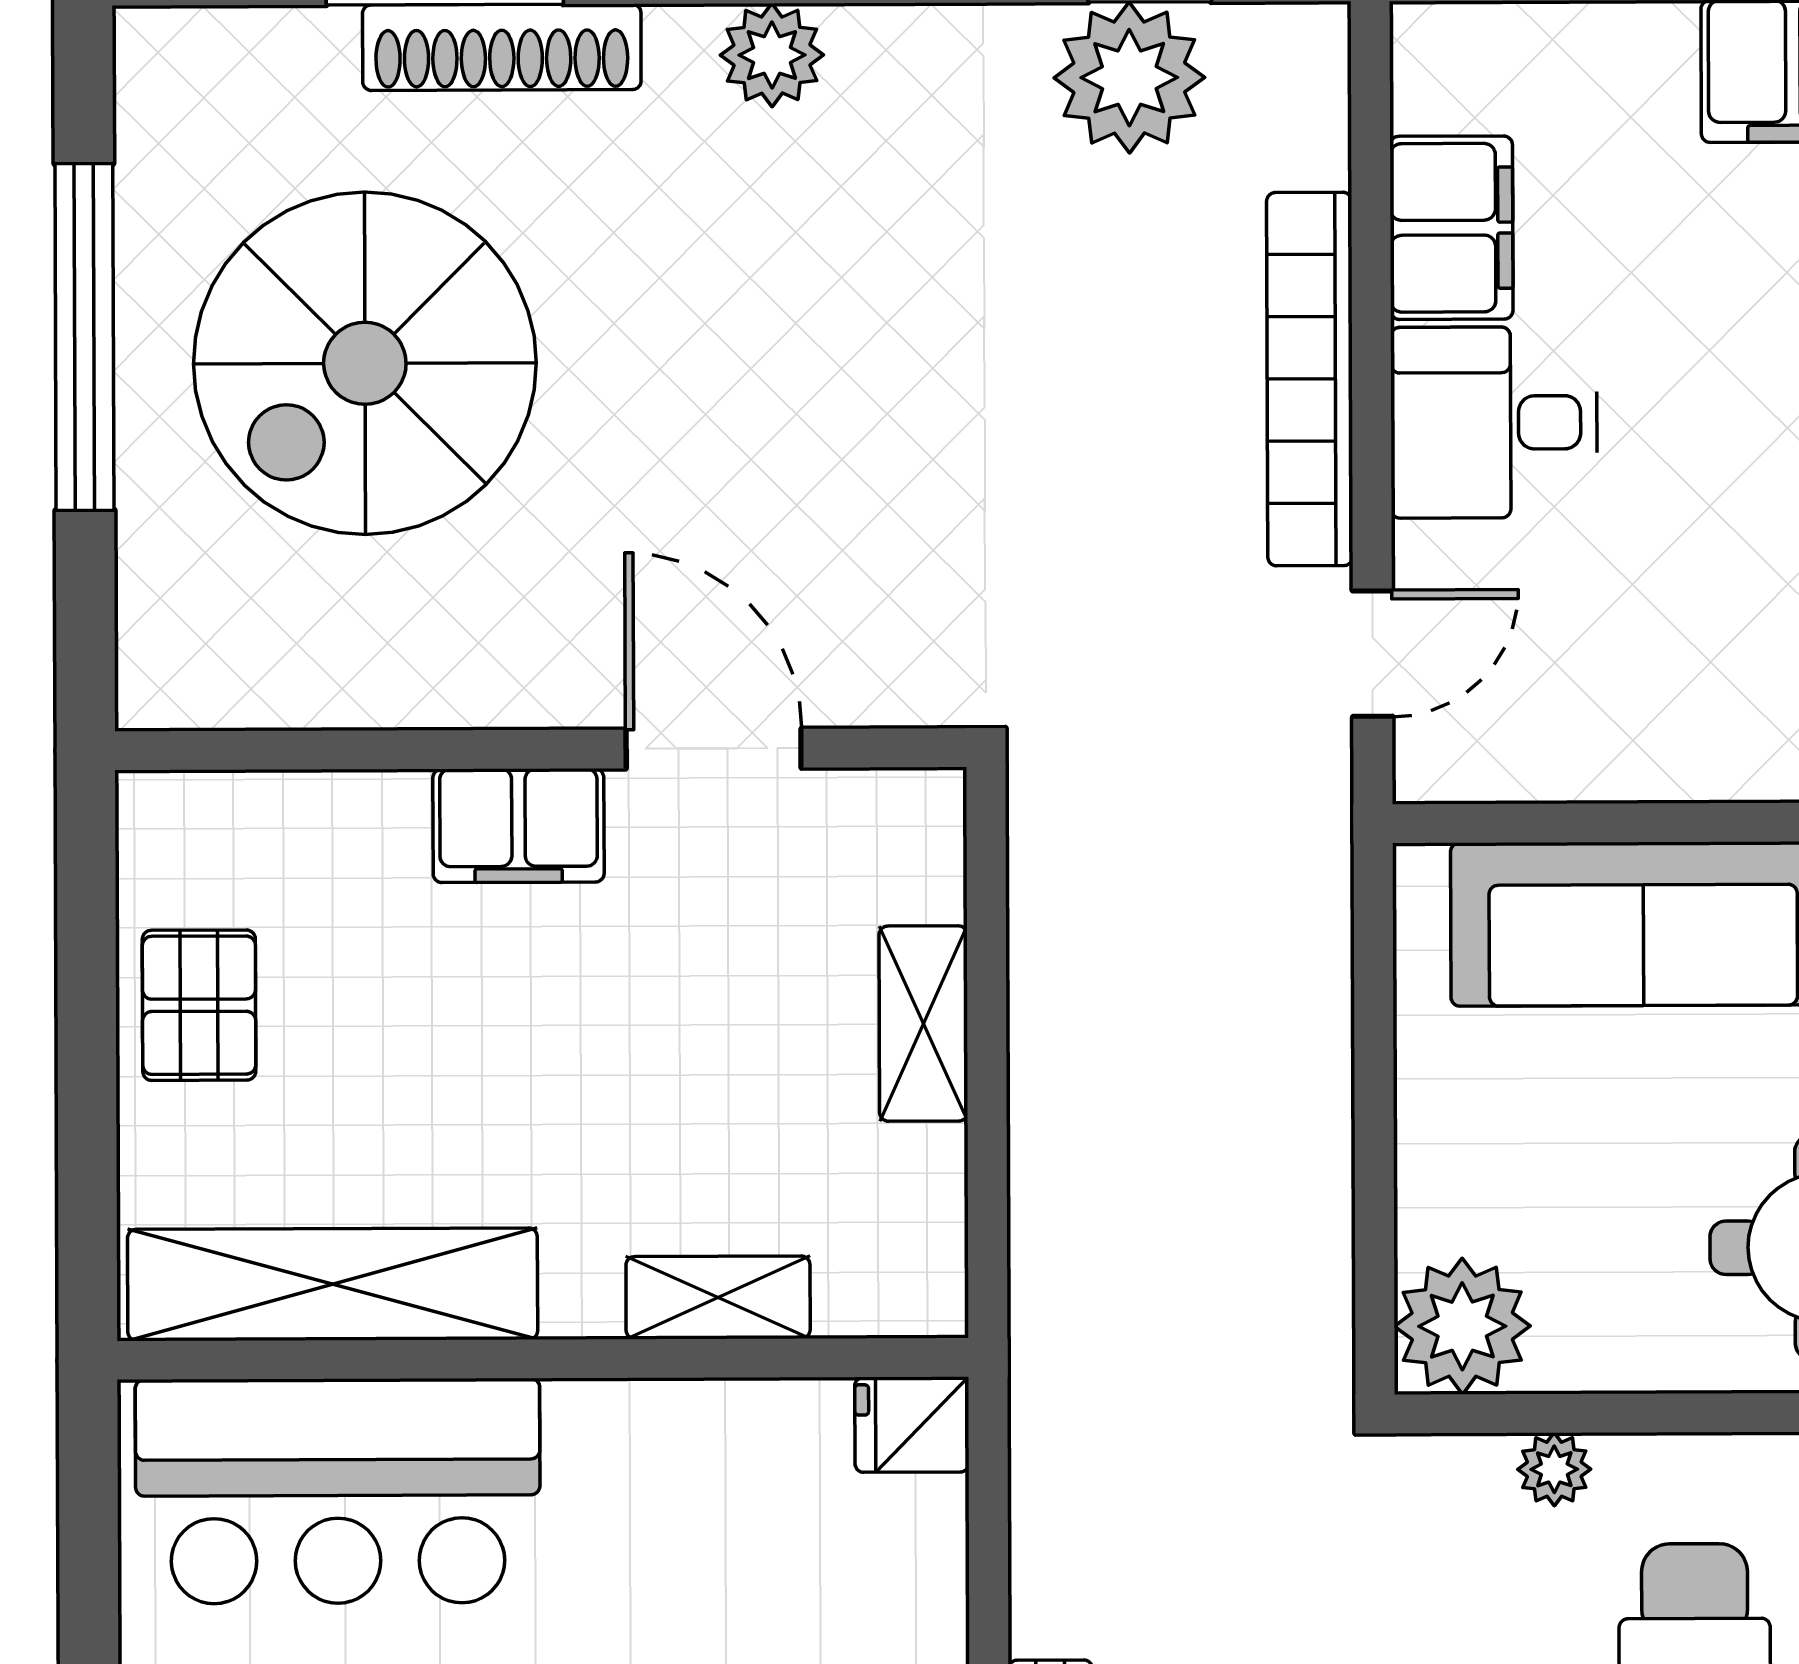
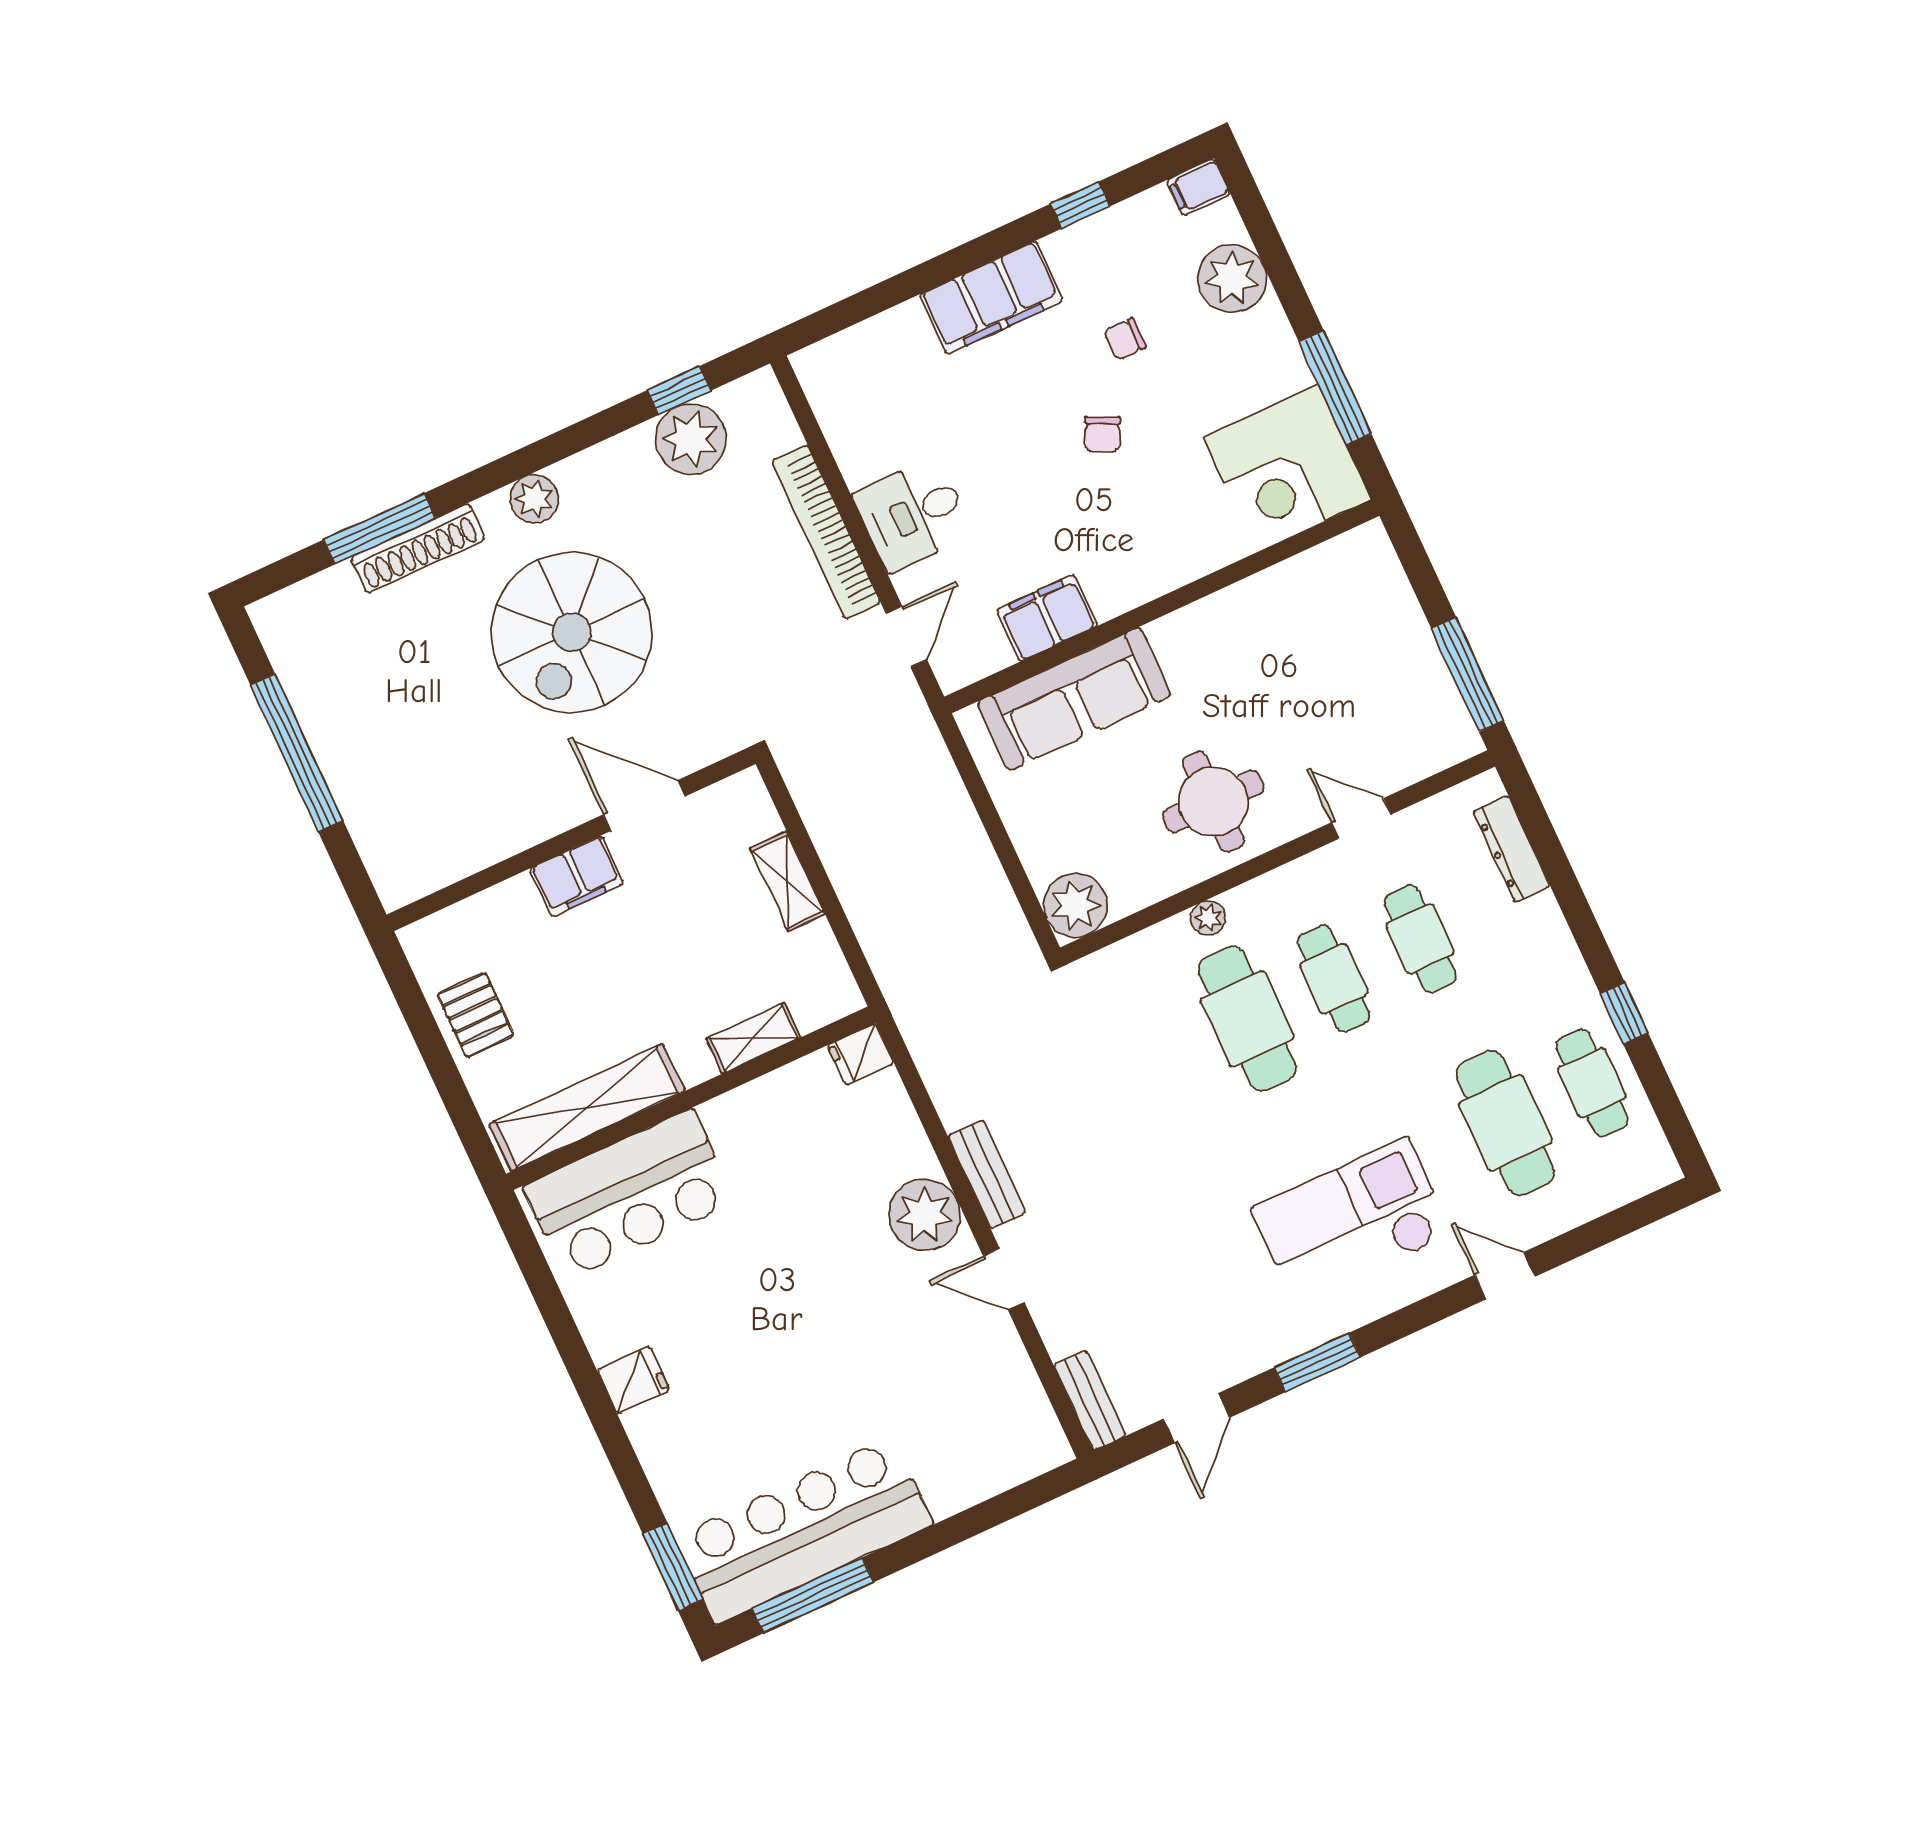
filing cabinet: (1451, 228) -> (1047, 618), moved, turned -90
spiral stairs: (365, 363) -> (572, 632), moved
plant: (1554, 1469) -> (1208, 918), moved

